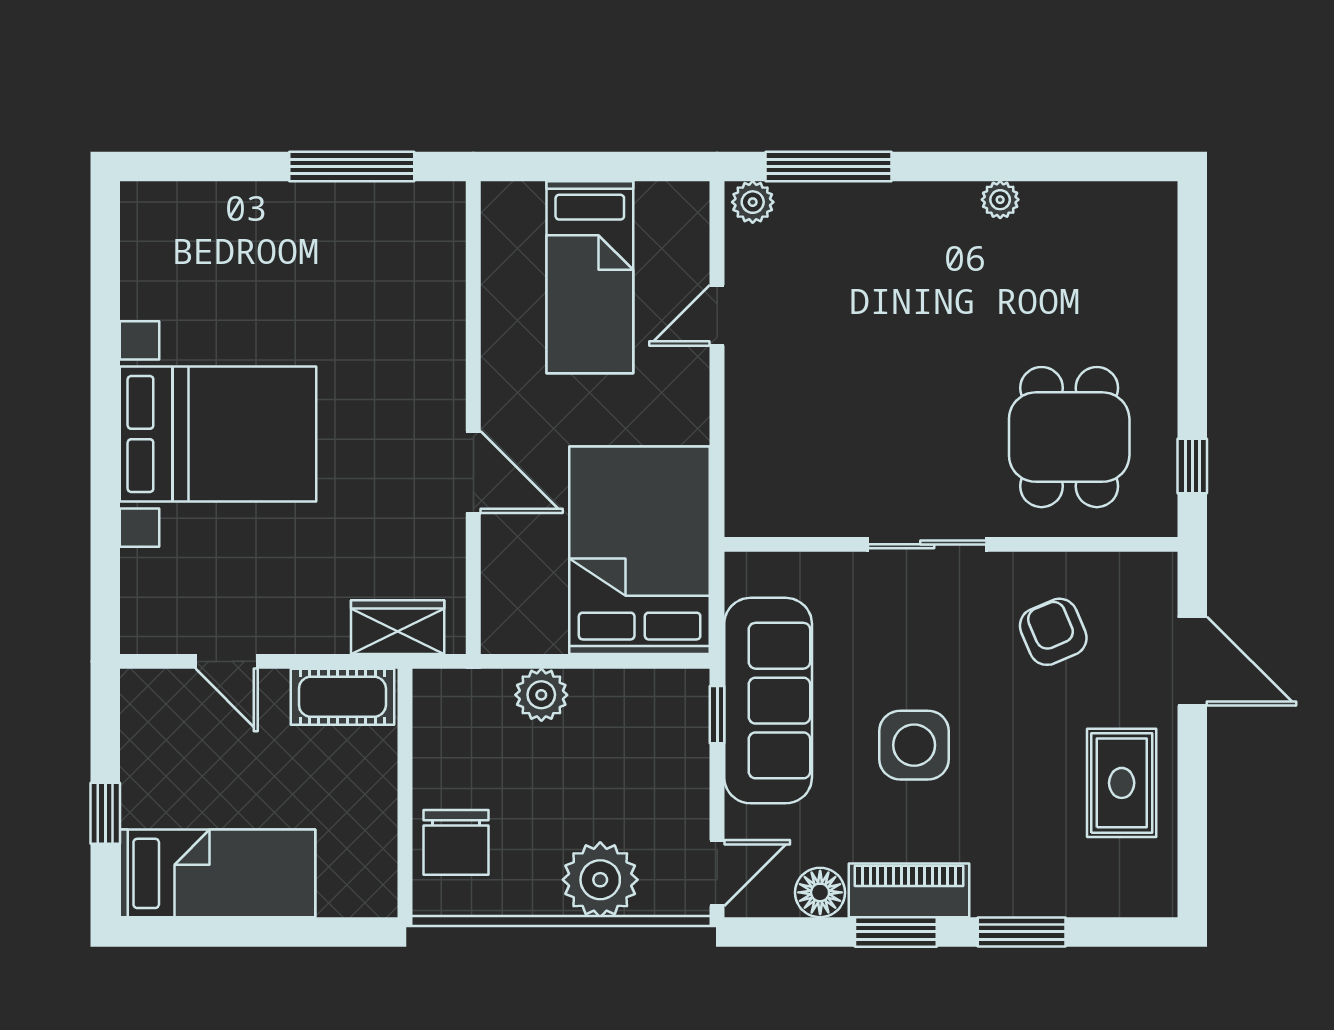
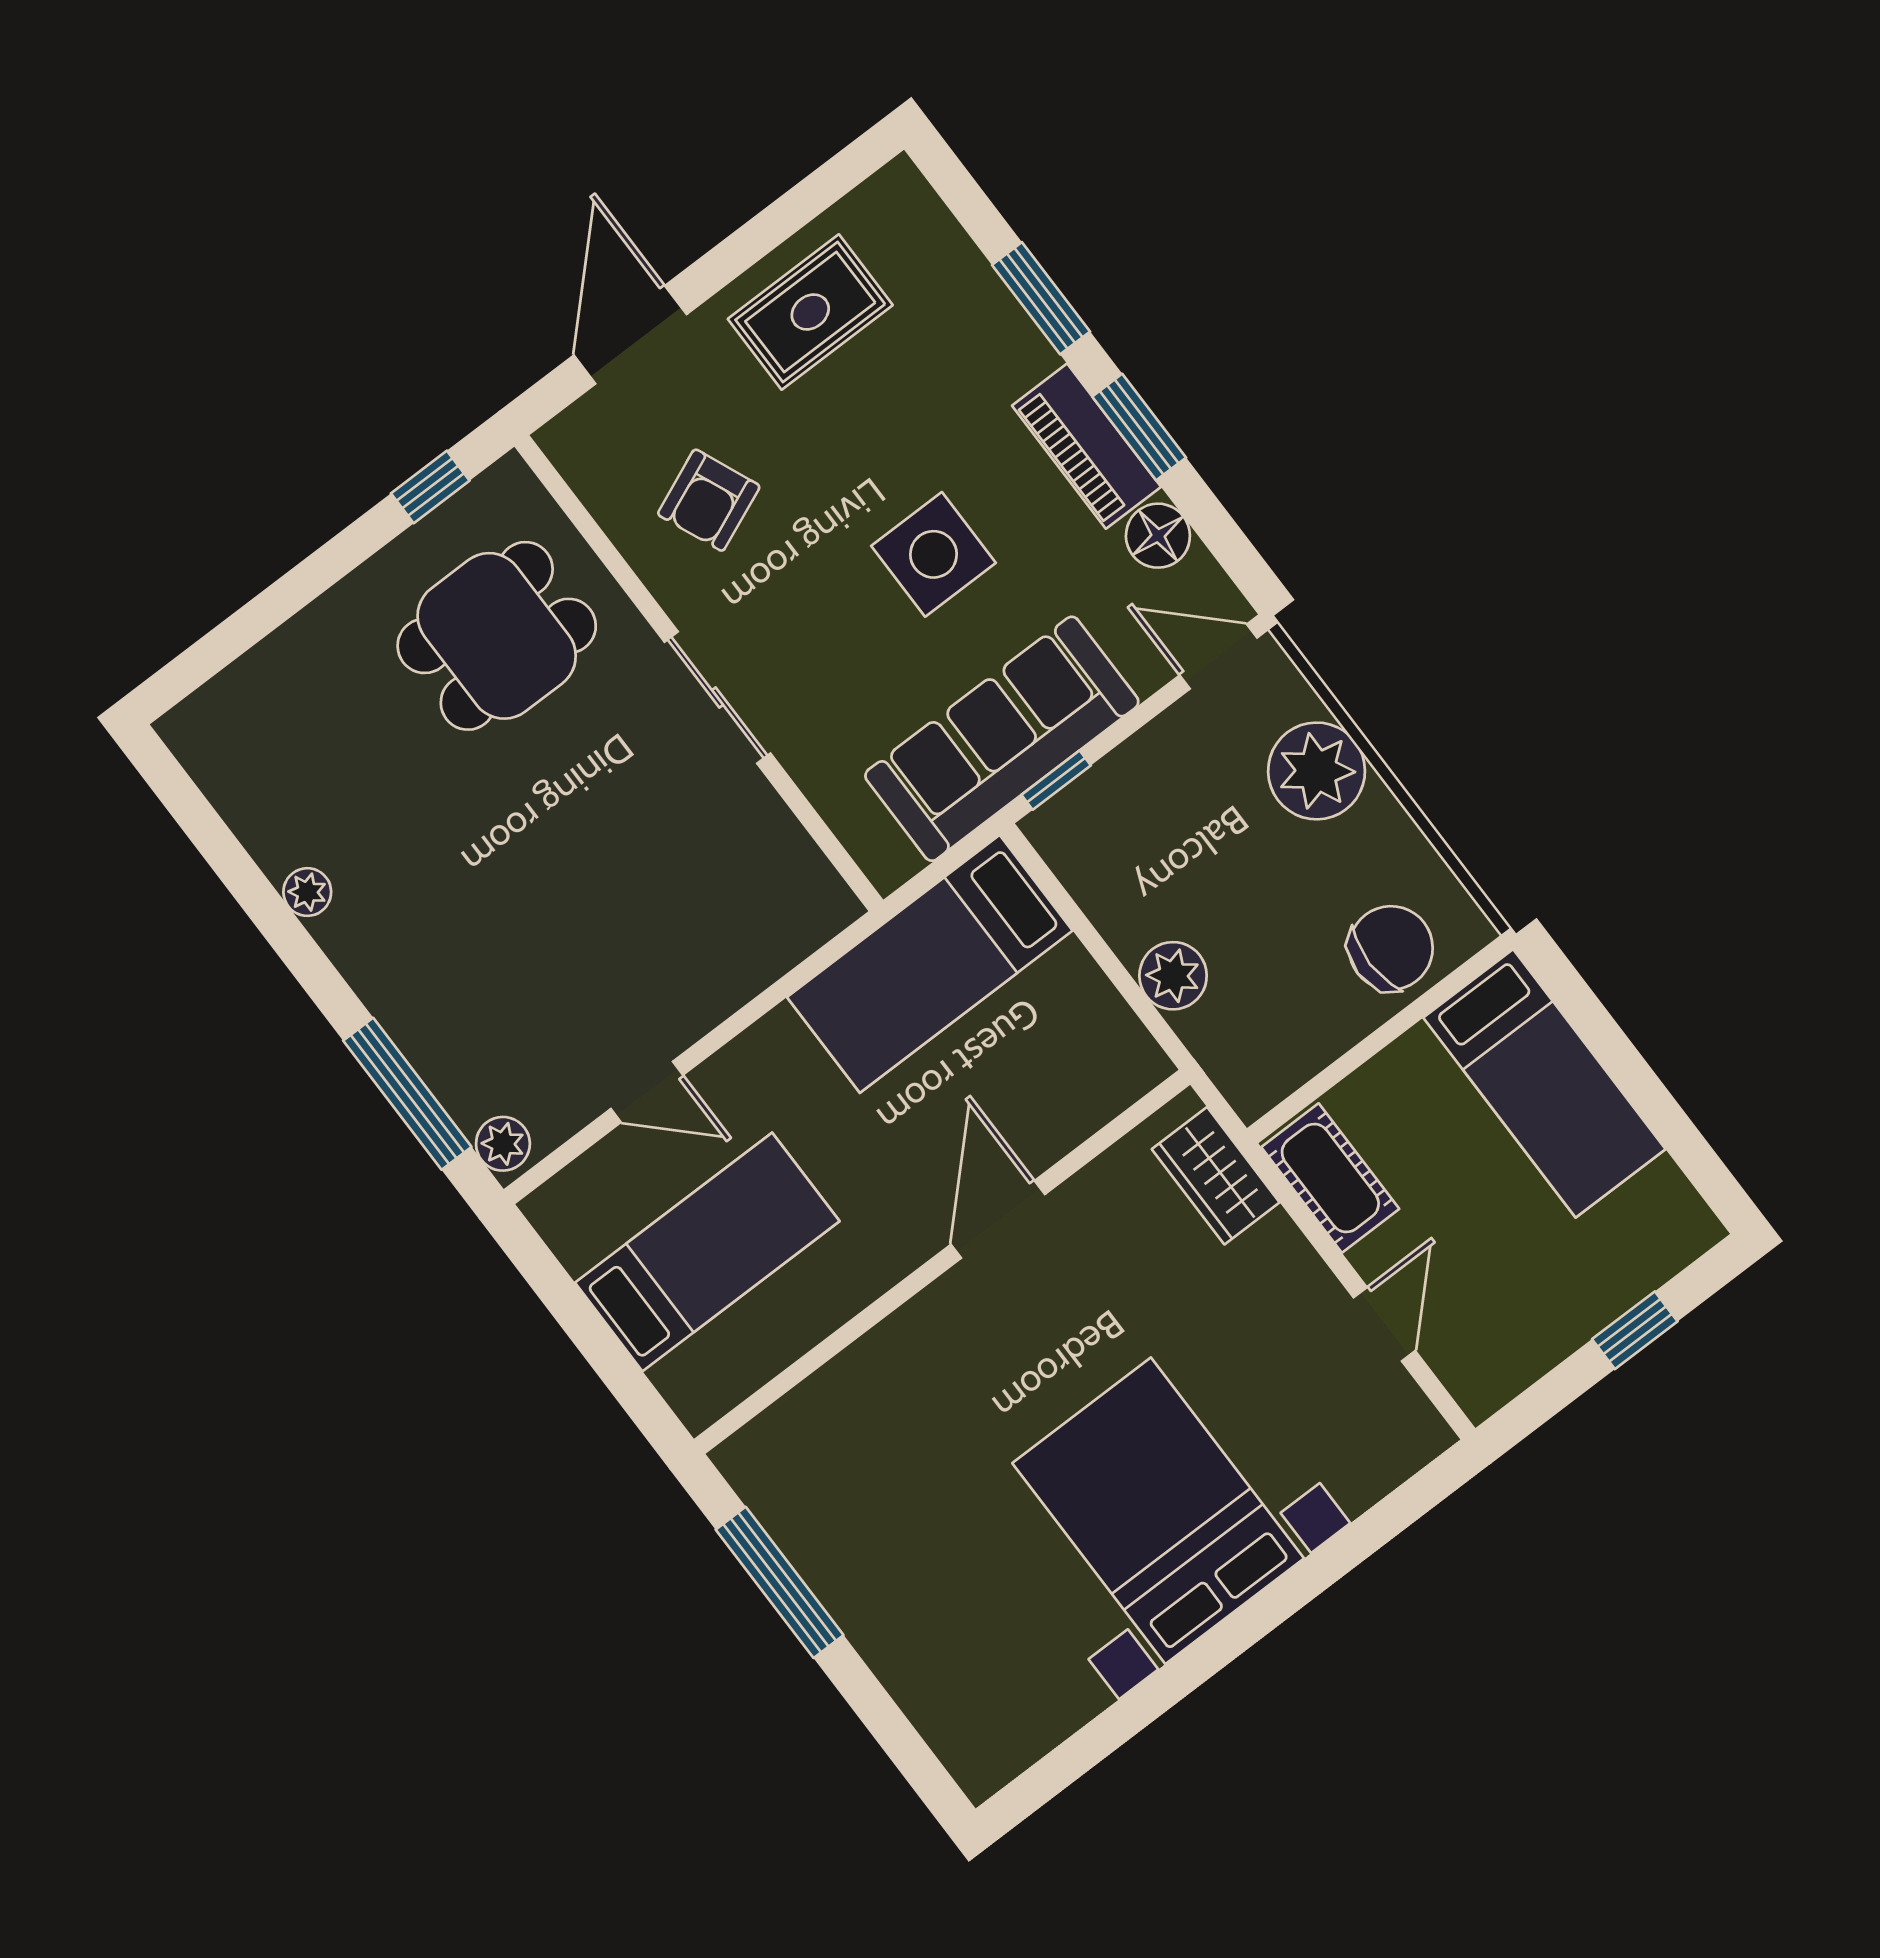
bed: (640, 550) -> (930, 964), width x0.67
bed: (217, 873) -> (1544, 1083), moved, turned 180

